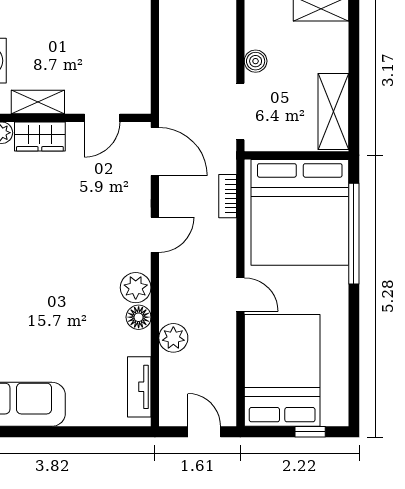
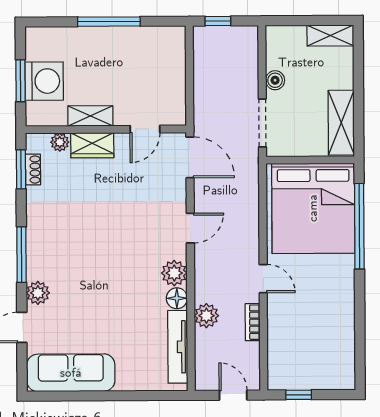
bookcase: (228, 196) -> (253, 322), moved
bed: (282, 370) -> (299, 343), removed
tv unit: (139, 387) -> (178, 347), width x1.41
window: (310, 432) -> (299, 395), moved

